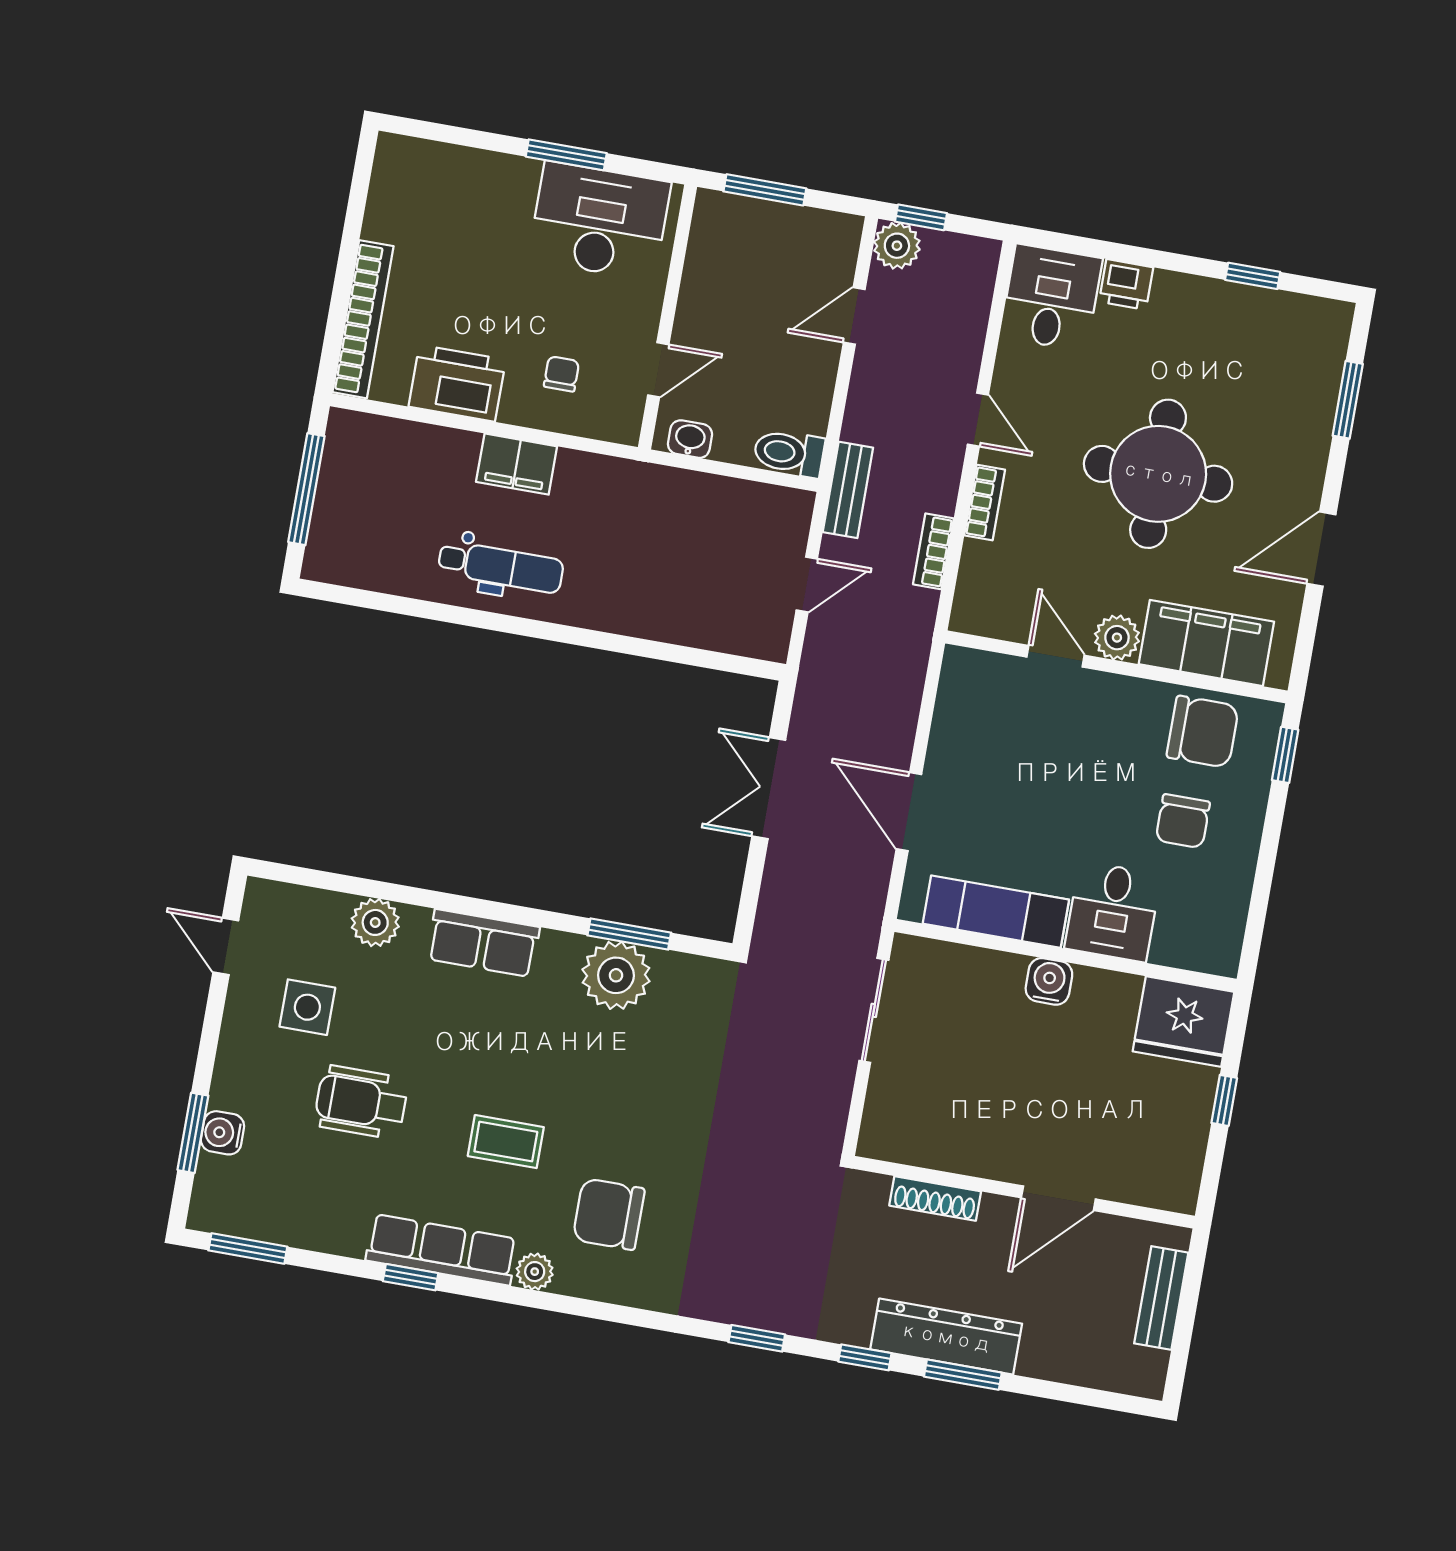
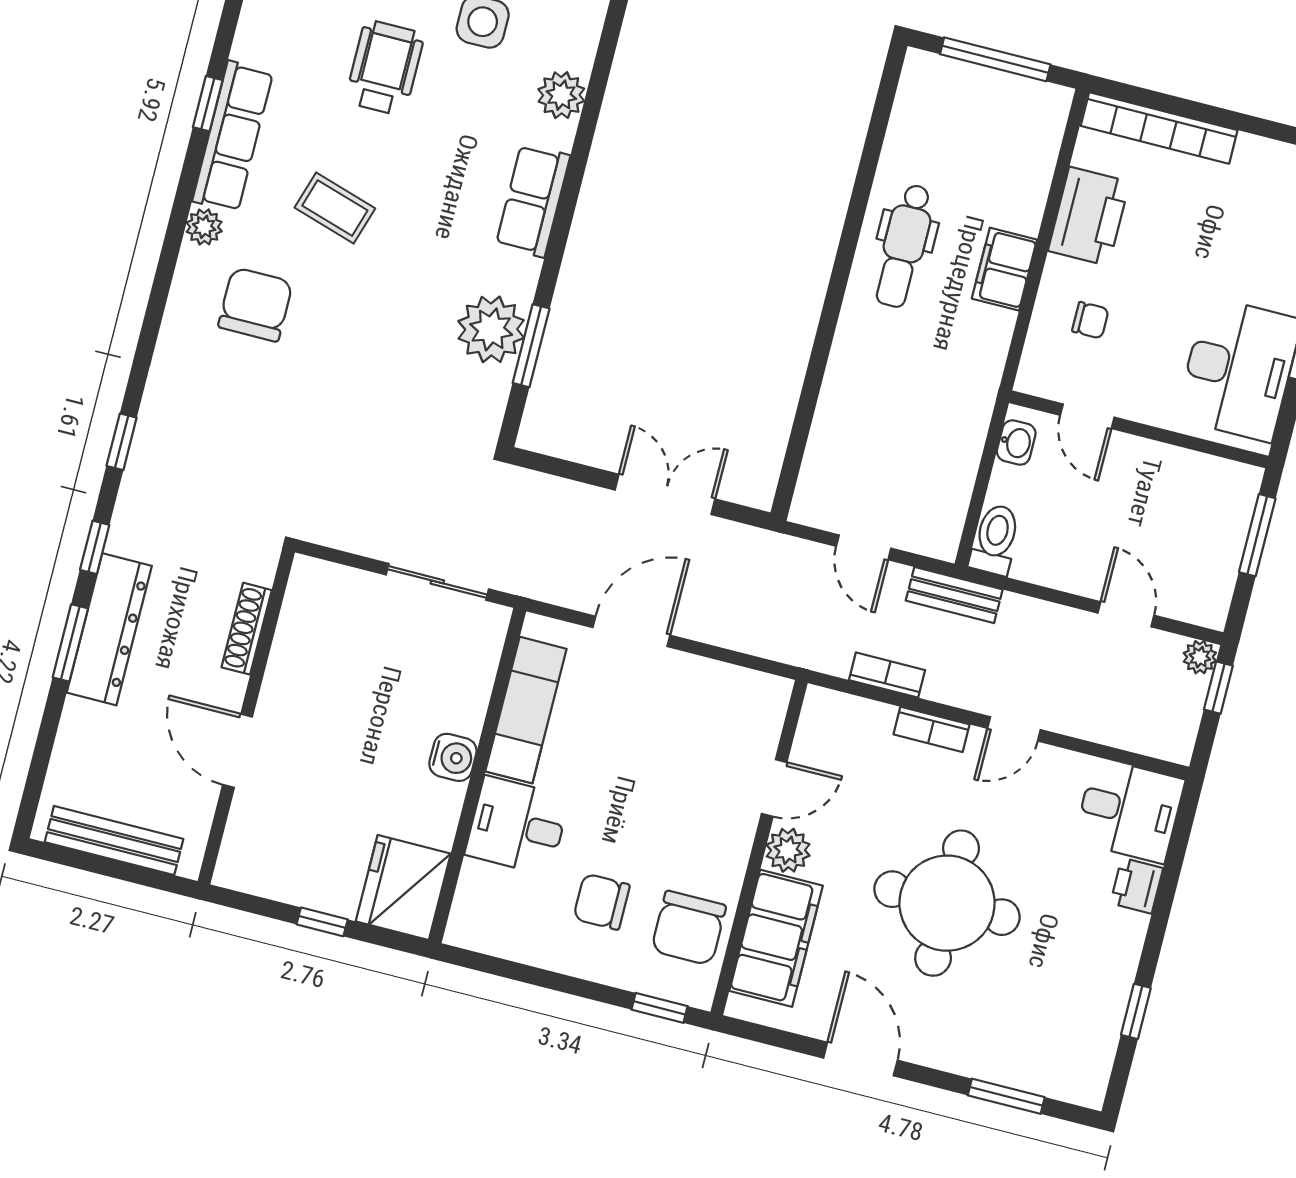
plant: (897, 246) -> (1200, 657), width x0.73, depth x0.73
coffee table: (506, 1142) -> (335, 208), turned -73
bench: (1161, 1298) -> (114, 841), width x1.36

